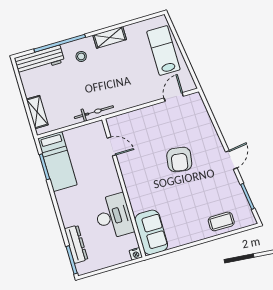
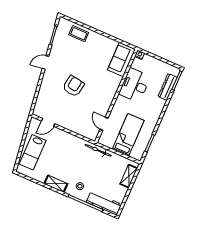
bed: (57, 162) -> (128, 135), moved

